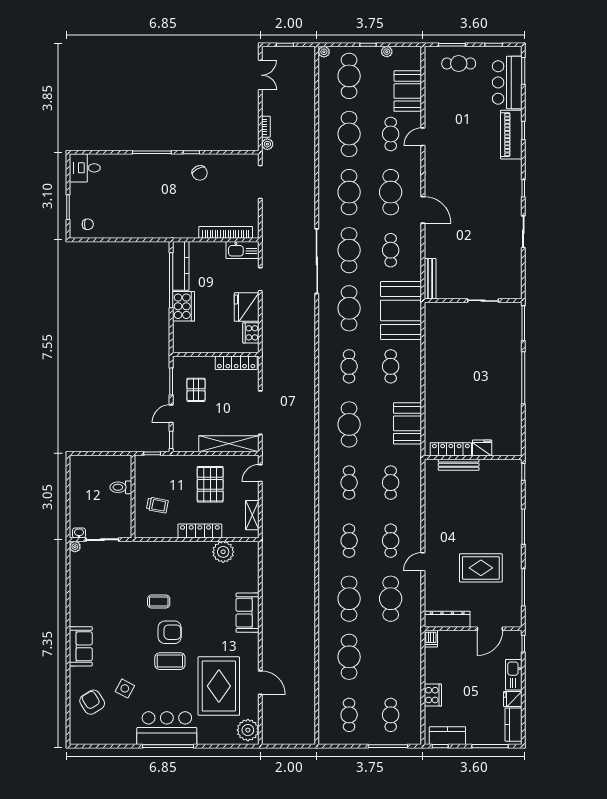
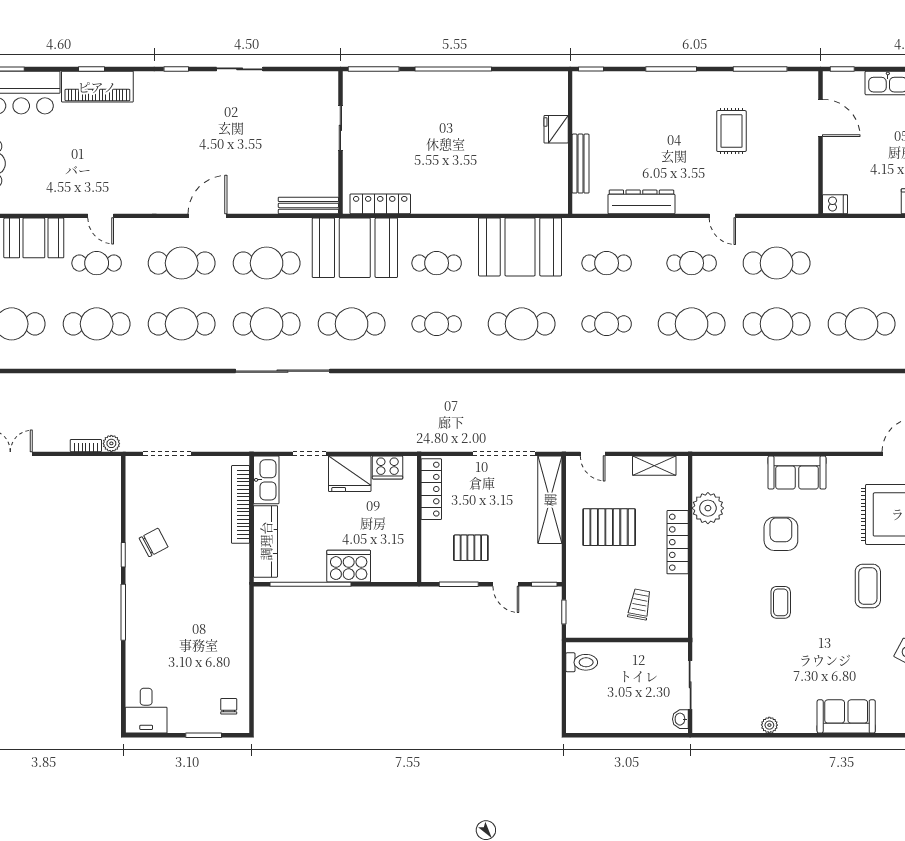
cafe table: (391, 250) -> (267, 263), width x1.37, depth x1.35
kitchen counter: (181, 266) -> (266, 541), moved, turned 90
booth: (408, 423) -> (520, 247), width x1.36, depth x1.42
locker: (451, 449) -> (380, 204), moved, turned 90
toilet: (121, 487) -> (582, 662), moved, turned -90
cafe table: (349, 541) -> (692, 324), width x1.37, depth x1.35
plant: (75, 547) -> (769, 725), moved
rug: (481, 568) -> (731, 131), width x0.73, depth x0.70
dresser: (447, 619) -> (641, 202), moved, turned 90
armchair: (170, 632) -> (781, 534), moved

